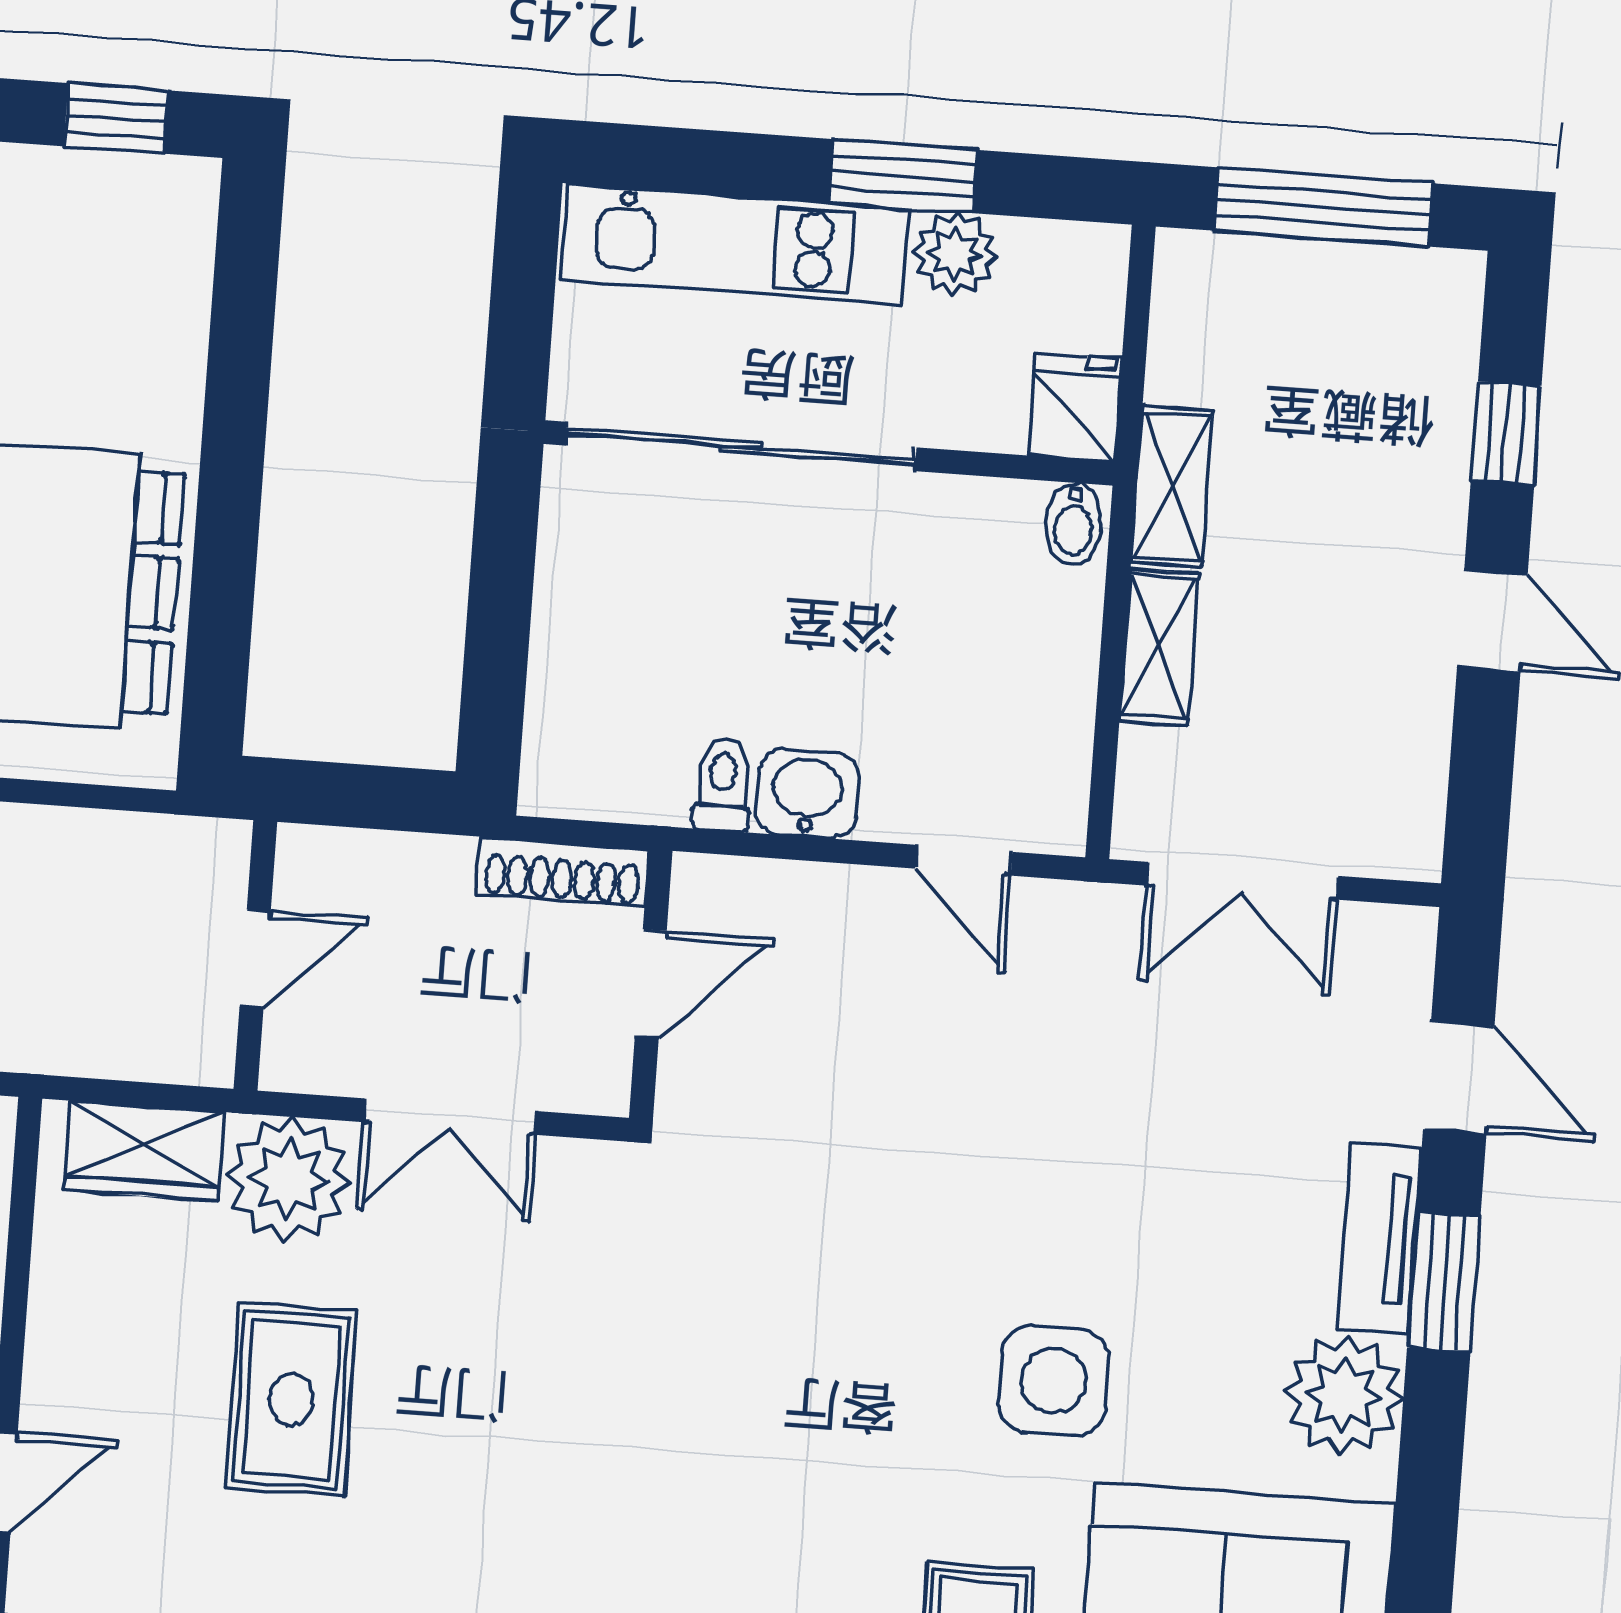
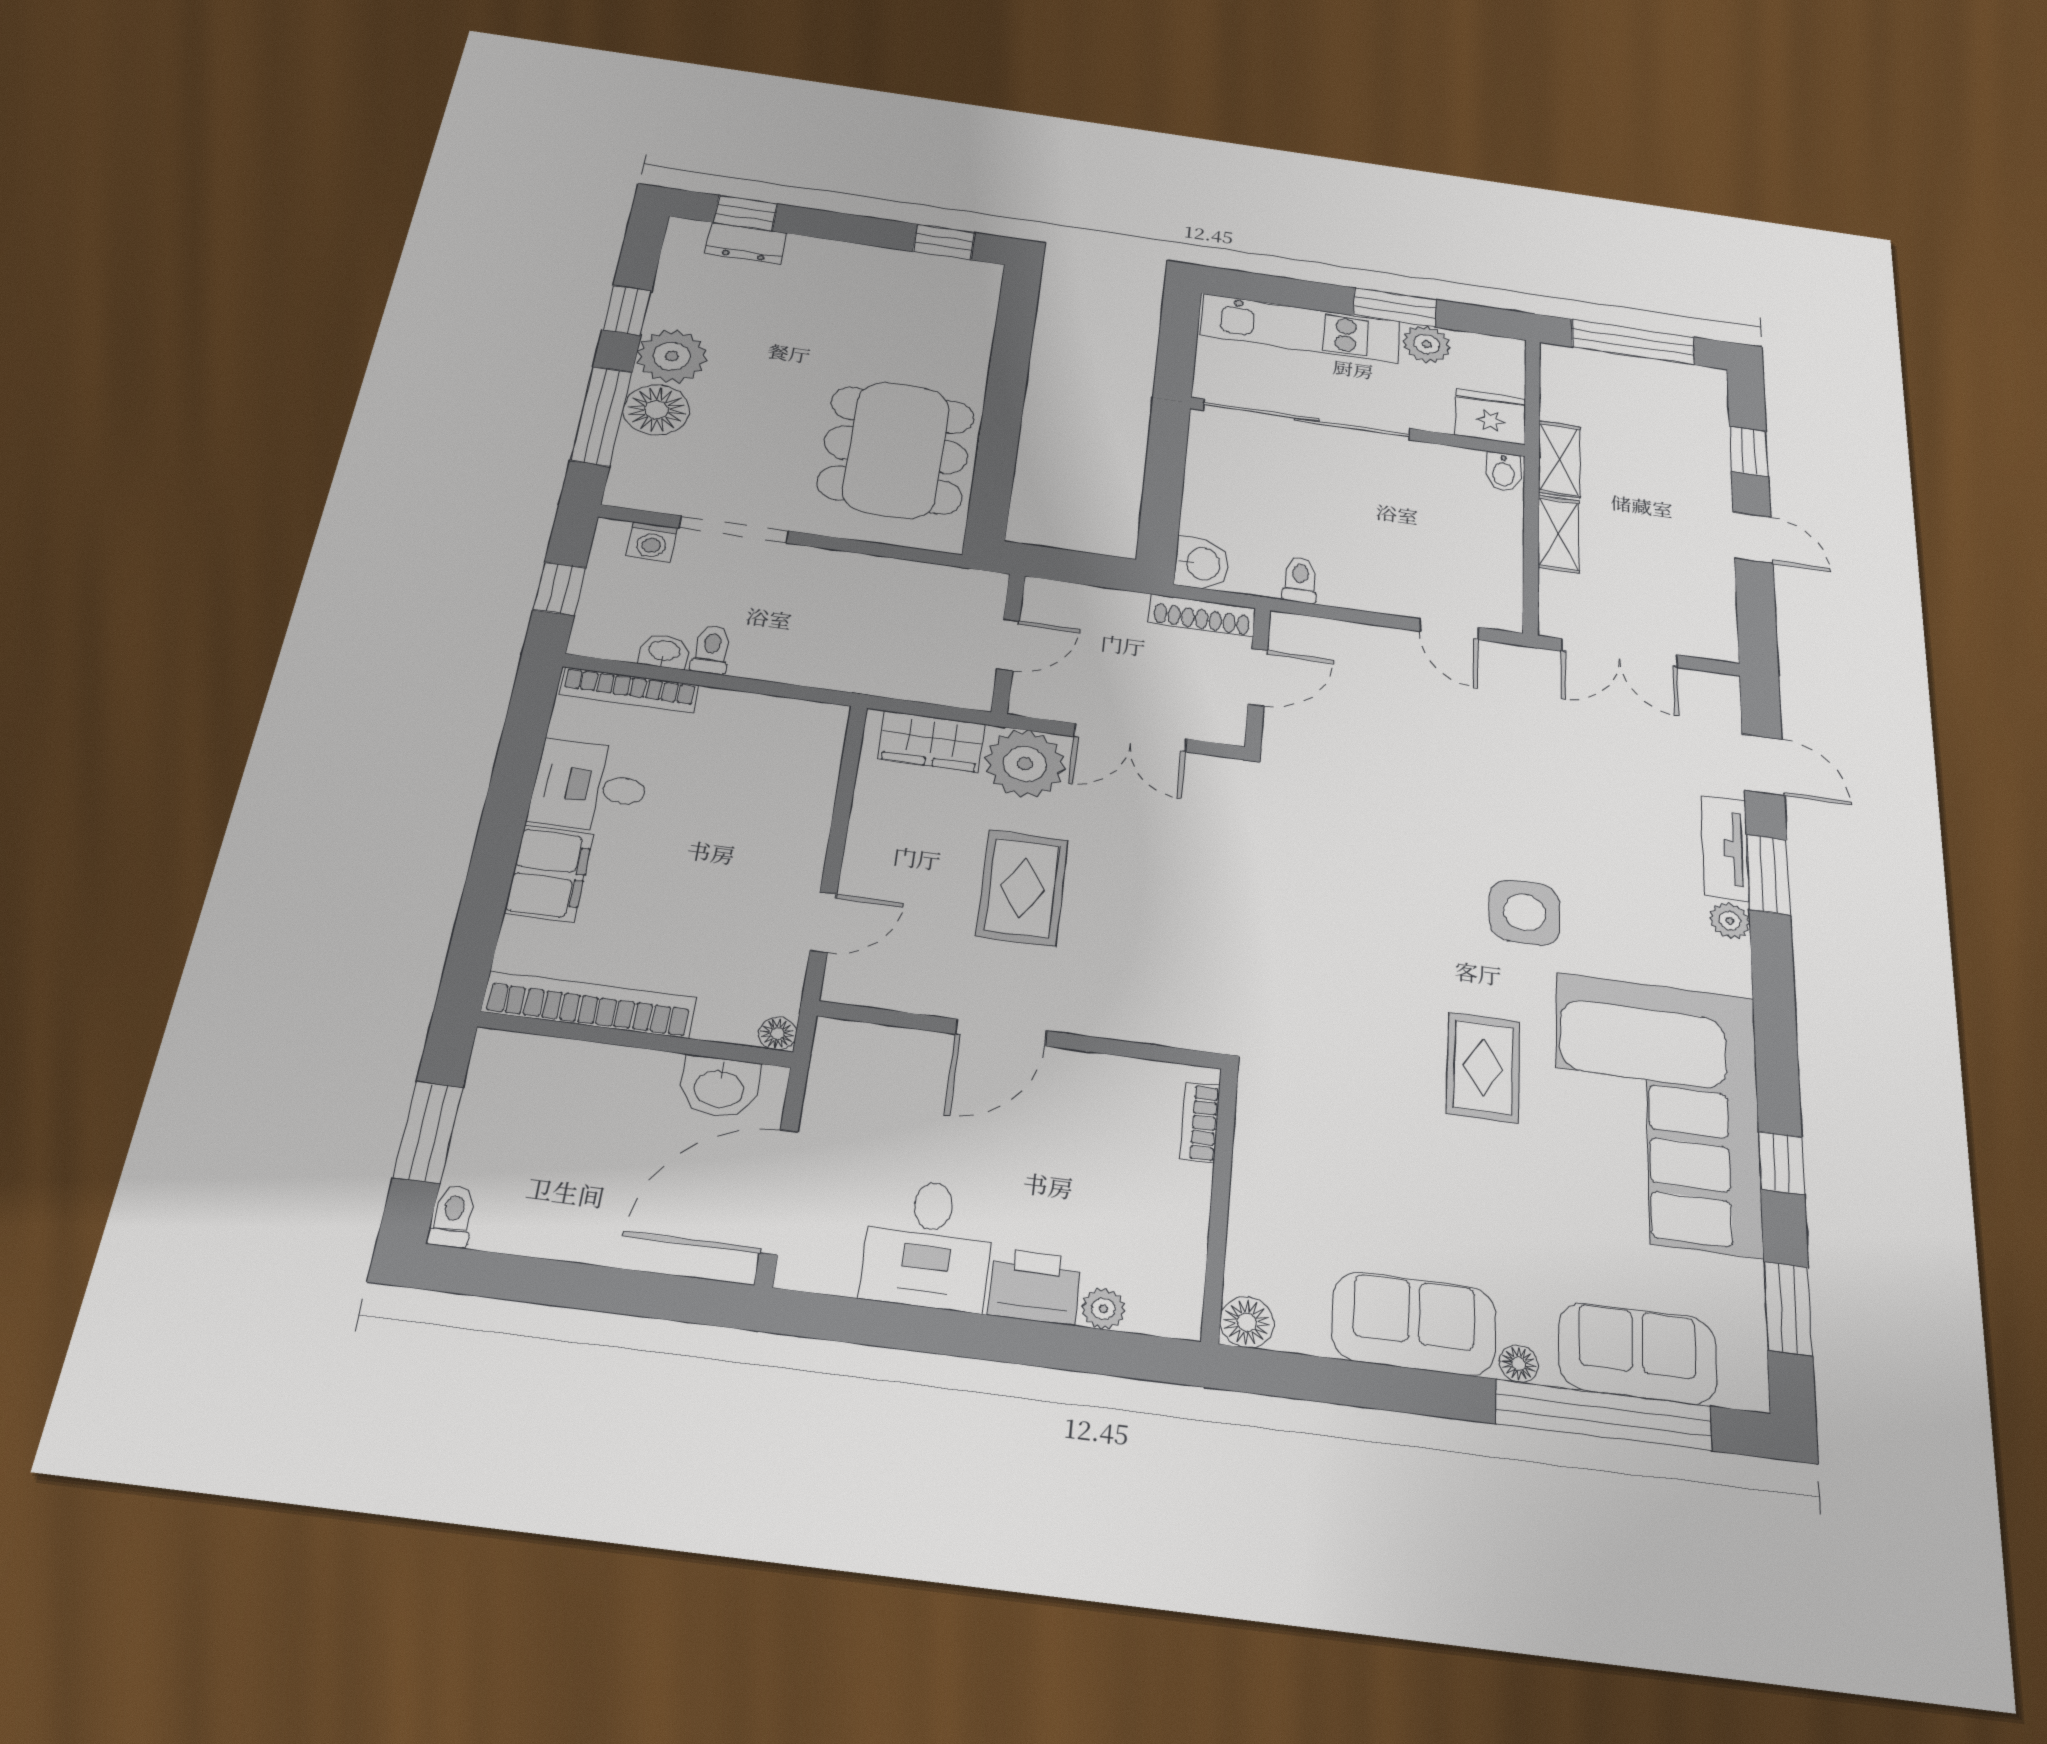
fridge: (1075, 407) -> (1490, 417), width x1.38
washbasin: (807, 794) -> (1202, 564), moved, turned 90
plant: (1344, 1396) -> (1730, 921), width x0.53, depth x0.53

